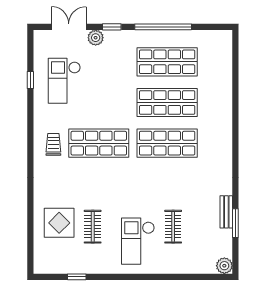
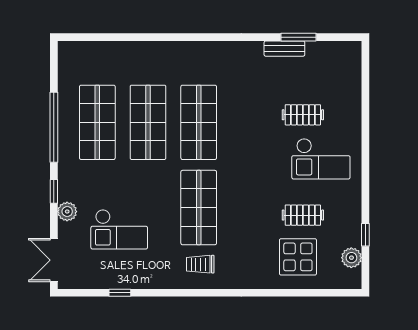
double door: (69, 27) -> (54, 260), moved
checkout: (64, 81) -> (119, 229), moved
plant: (224, 266) -> (351, 258), moved

